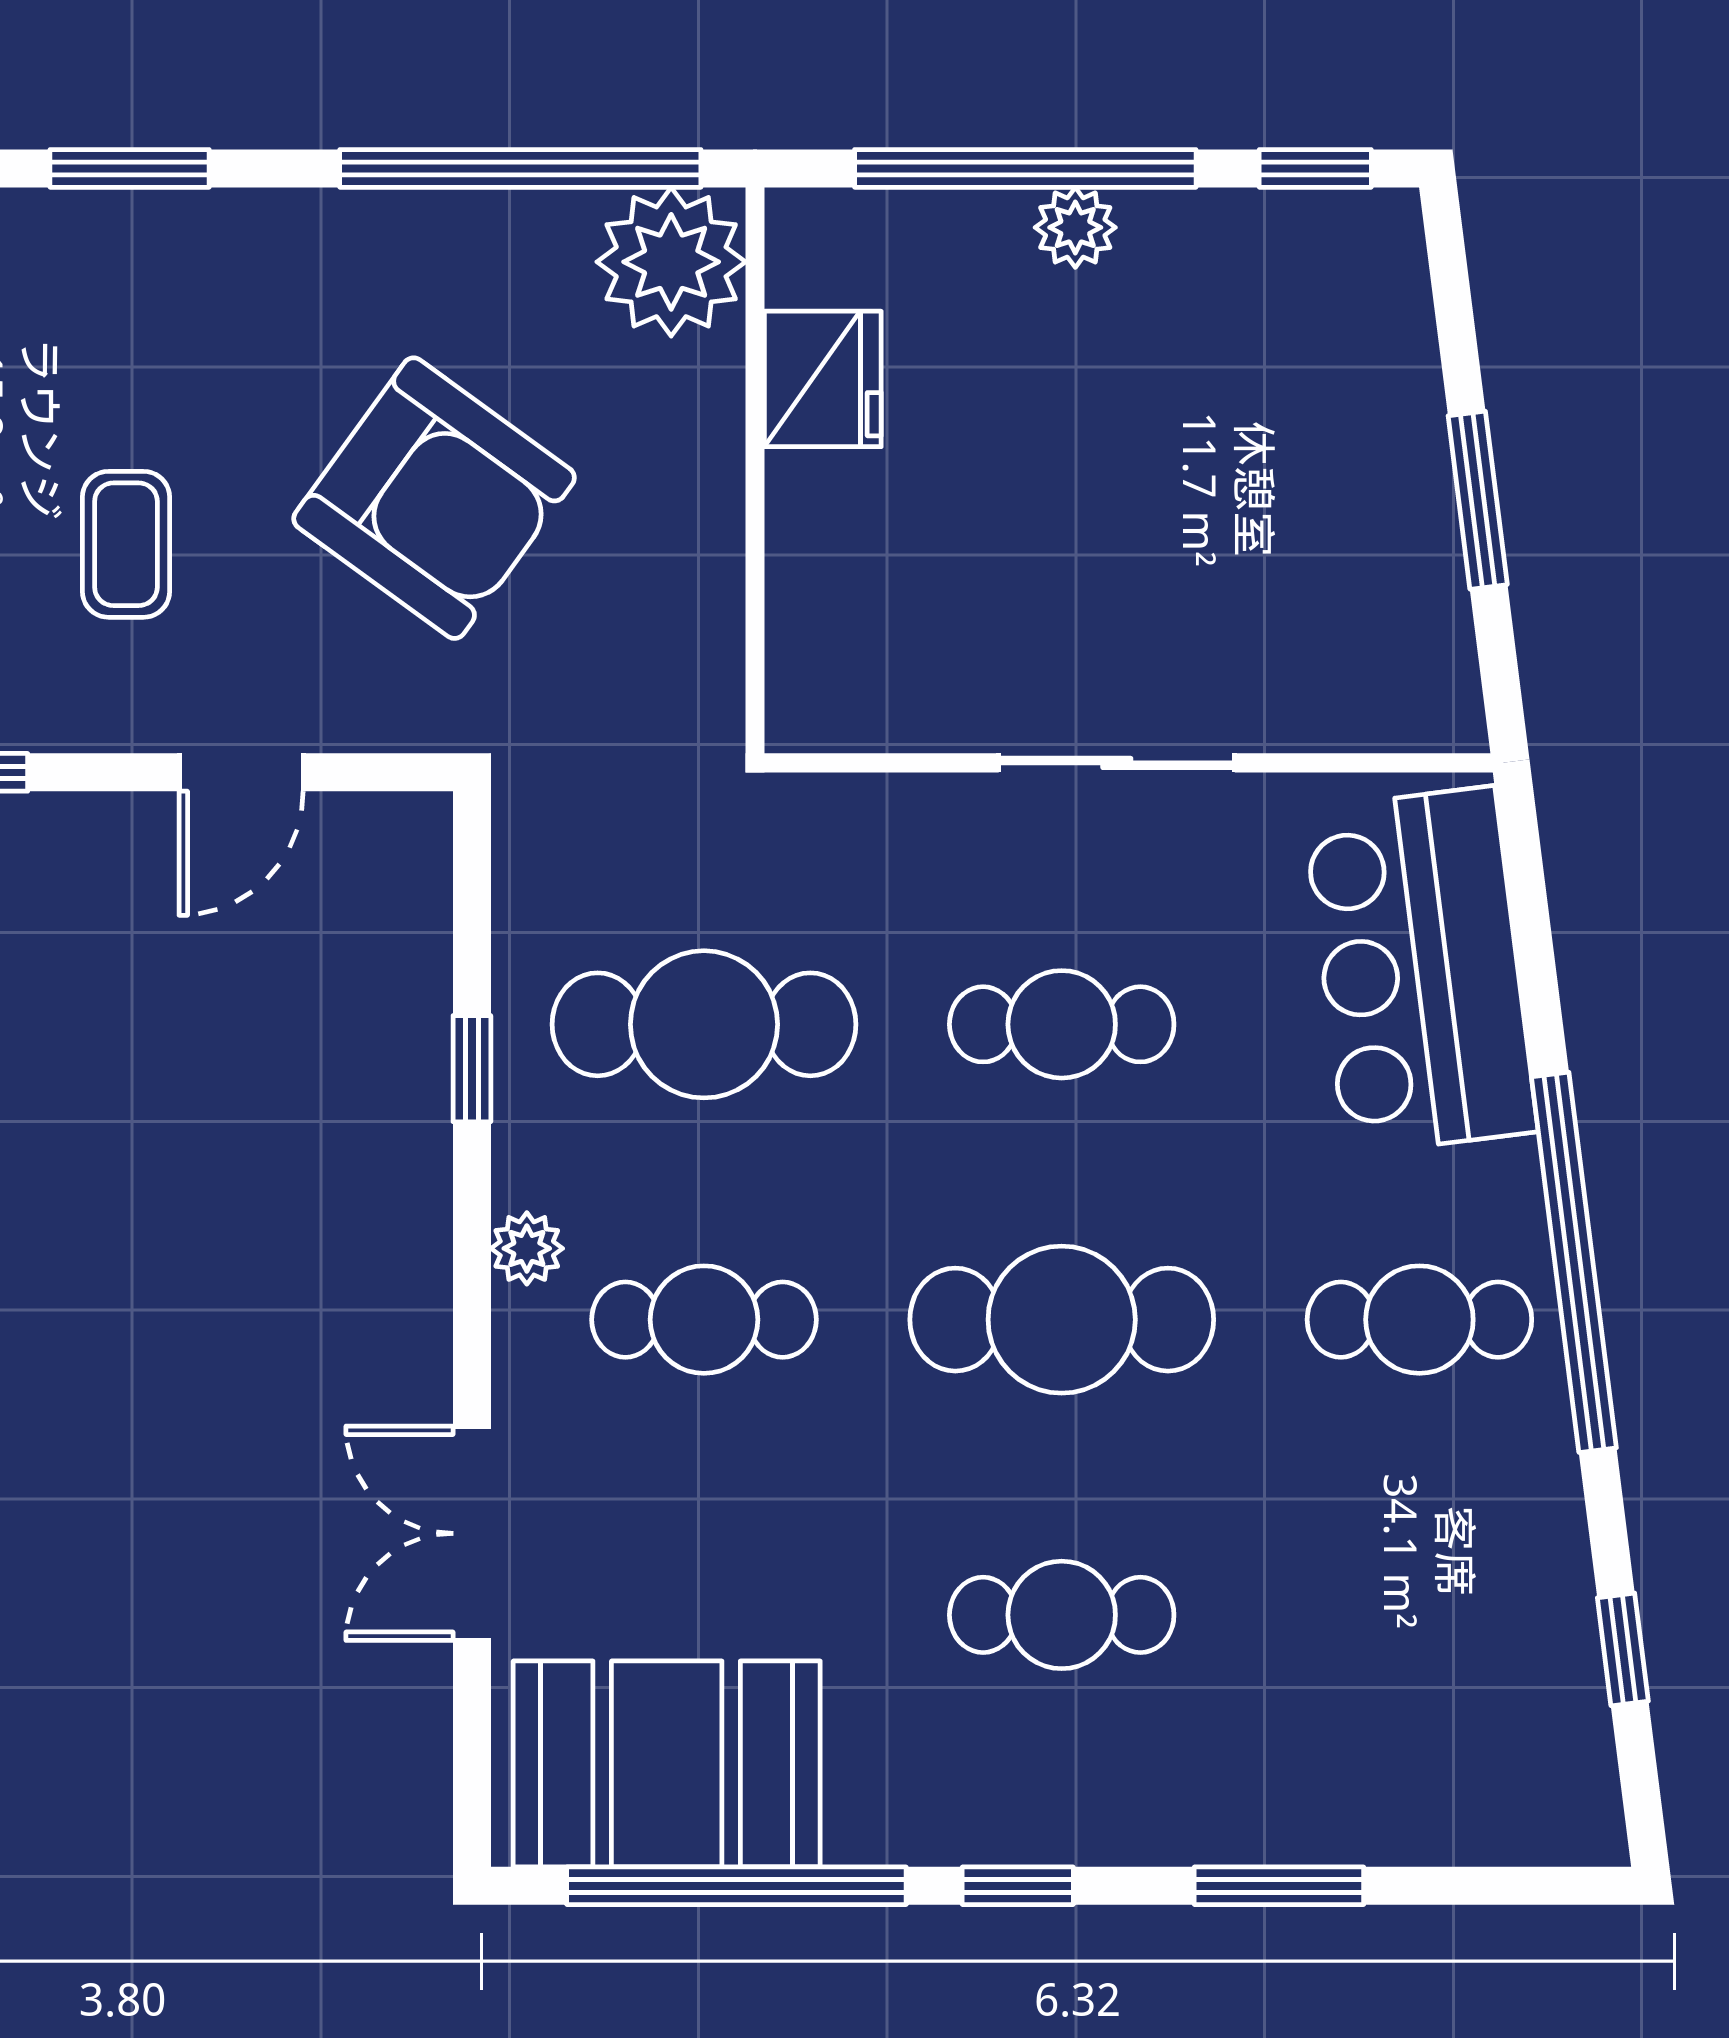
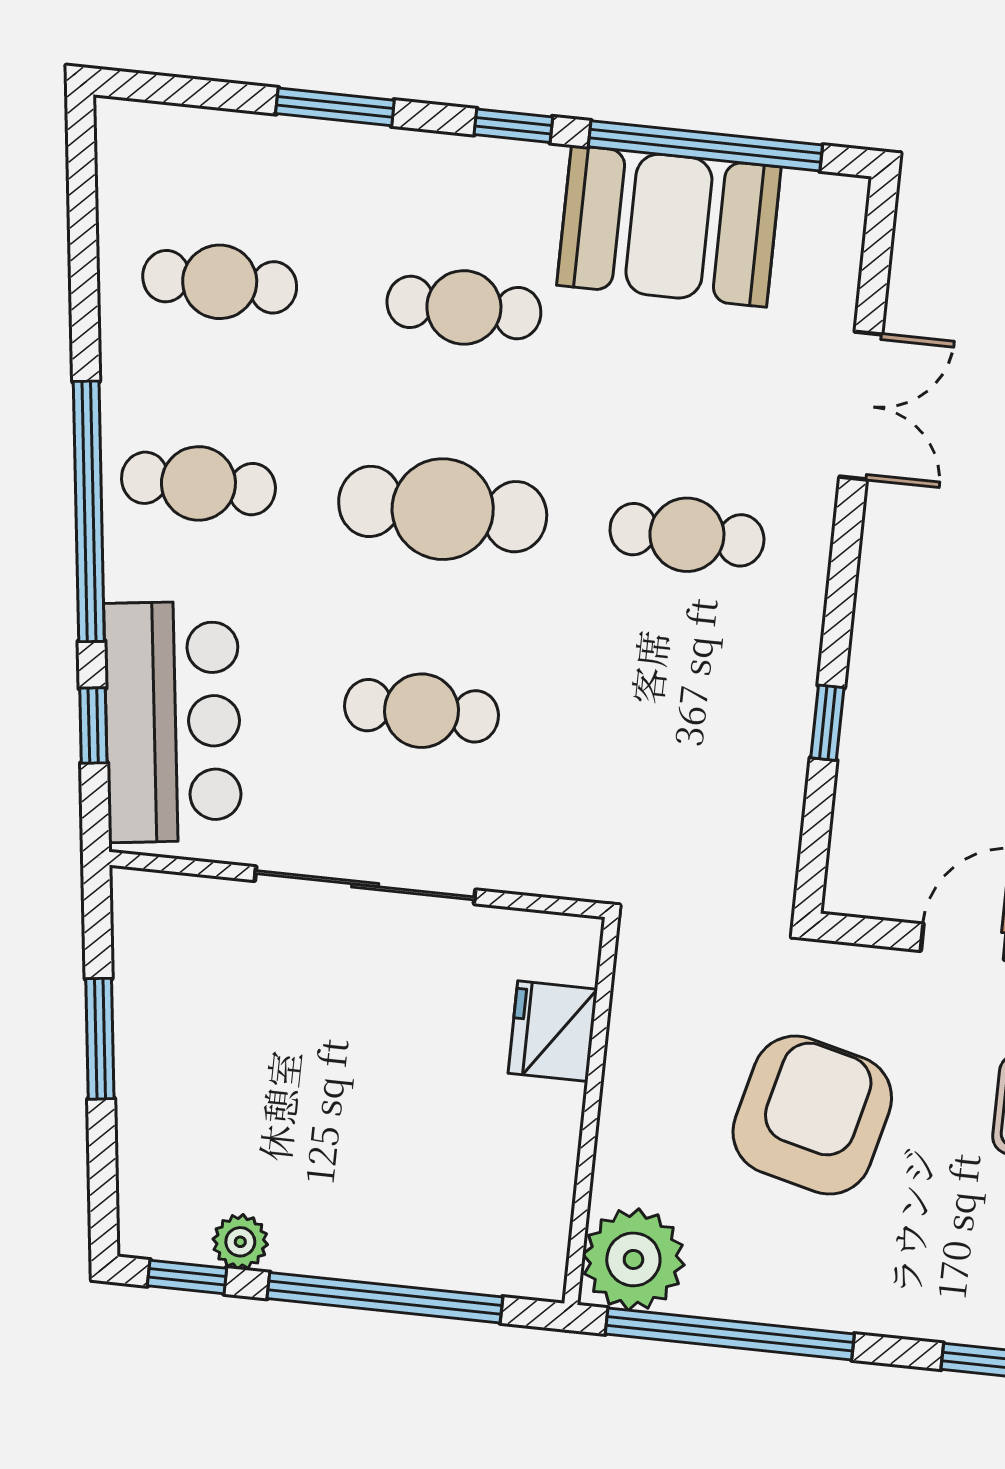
plant: (1075, 227) -> (240, 1242), moved
fridge: (823, 379) -> (553, 1031), moved
armchair: (434, 498) -> (812, 1115), turned 68
sliding door: (1117, 763) -> (365, 885), width x1.37
cafe table: (704, 1024) -> (220, 282), moved, width x0.73, depth x0.74
plant: (527, 1248) -> (803, 596), removed
window: (1623, 1649) -> (93, 726), moved
booth: (667, 1764) -> (669, 226), moved

